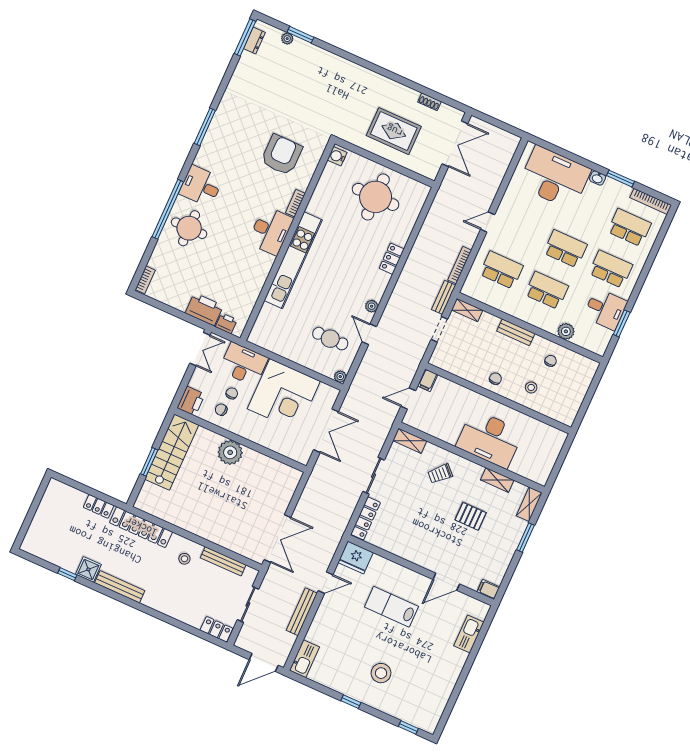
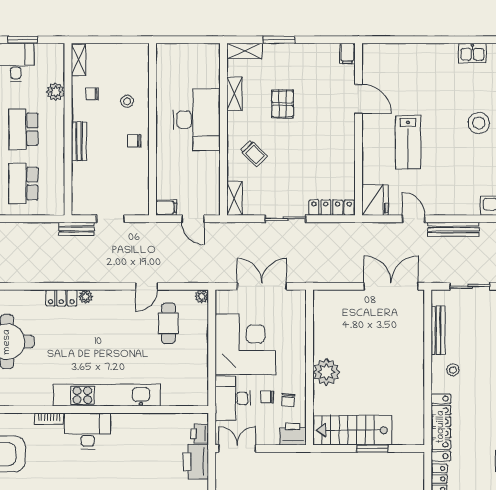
bookcase: (460, 265) -> (37, 227), removed
plant: (372, 306) -> (86, 297), moved
shelving: (467, 310) -> (79, 60), moved
kitchen sink: (469, 634) -> (472, 53), moved, width x0.73

